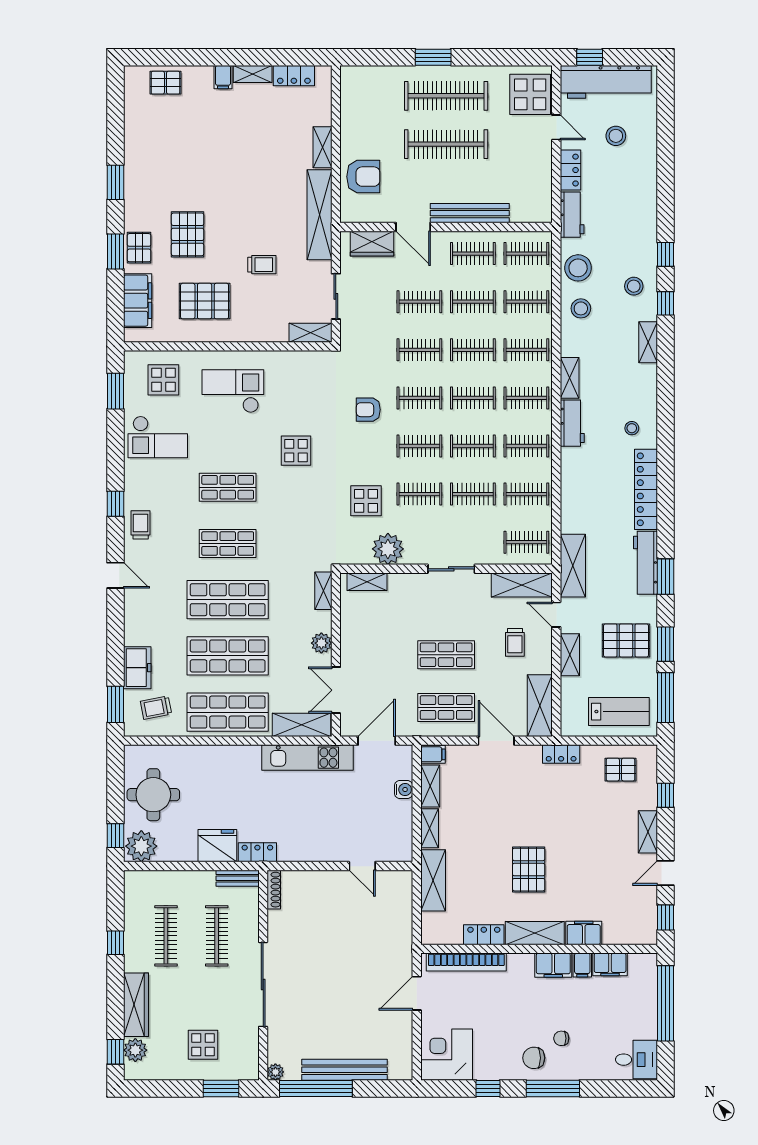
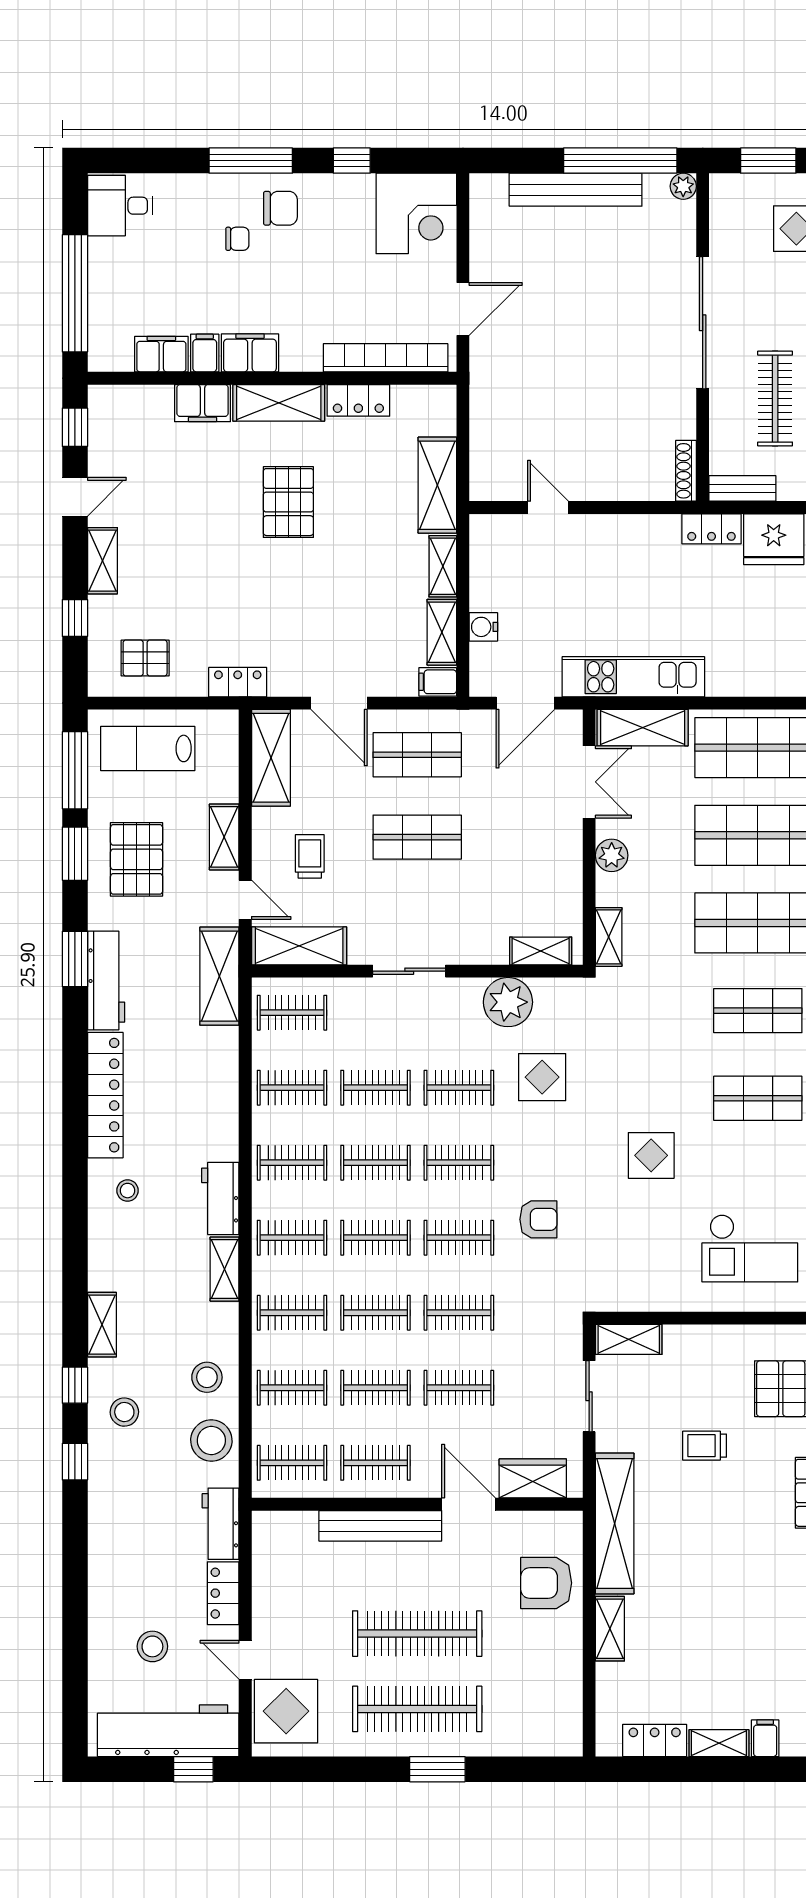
pallet: (626, 640) -> (137, 859), turned 90

